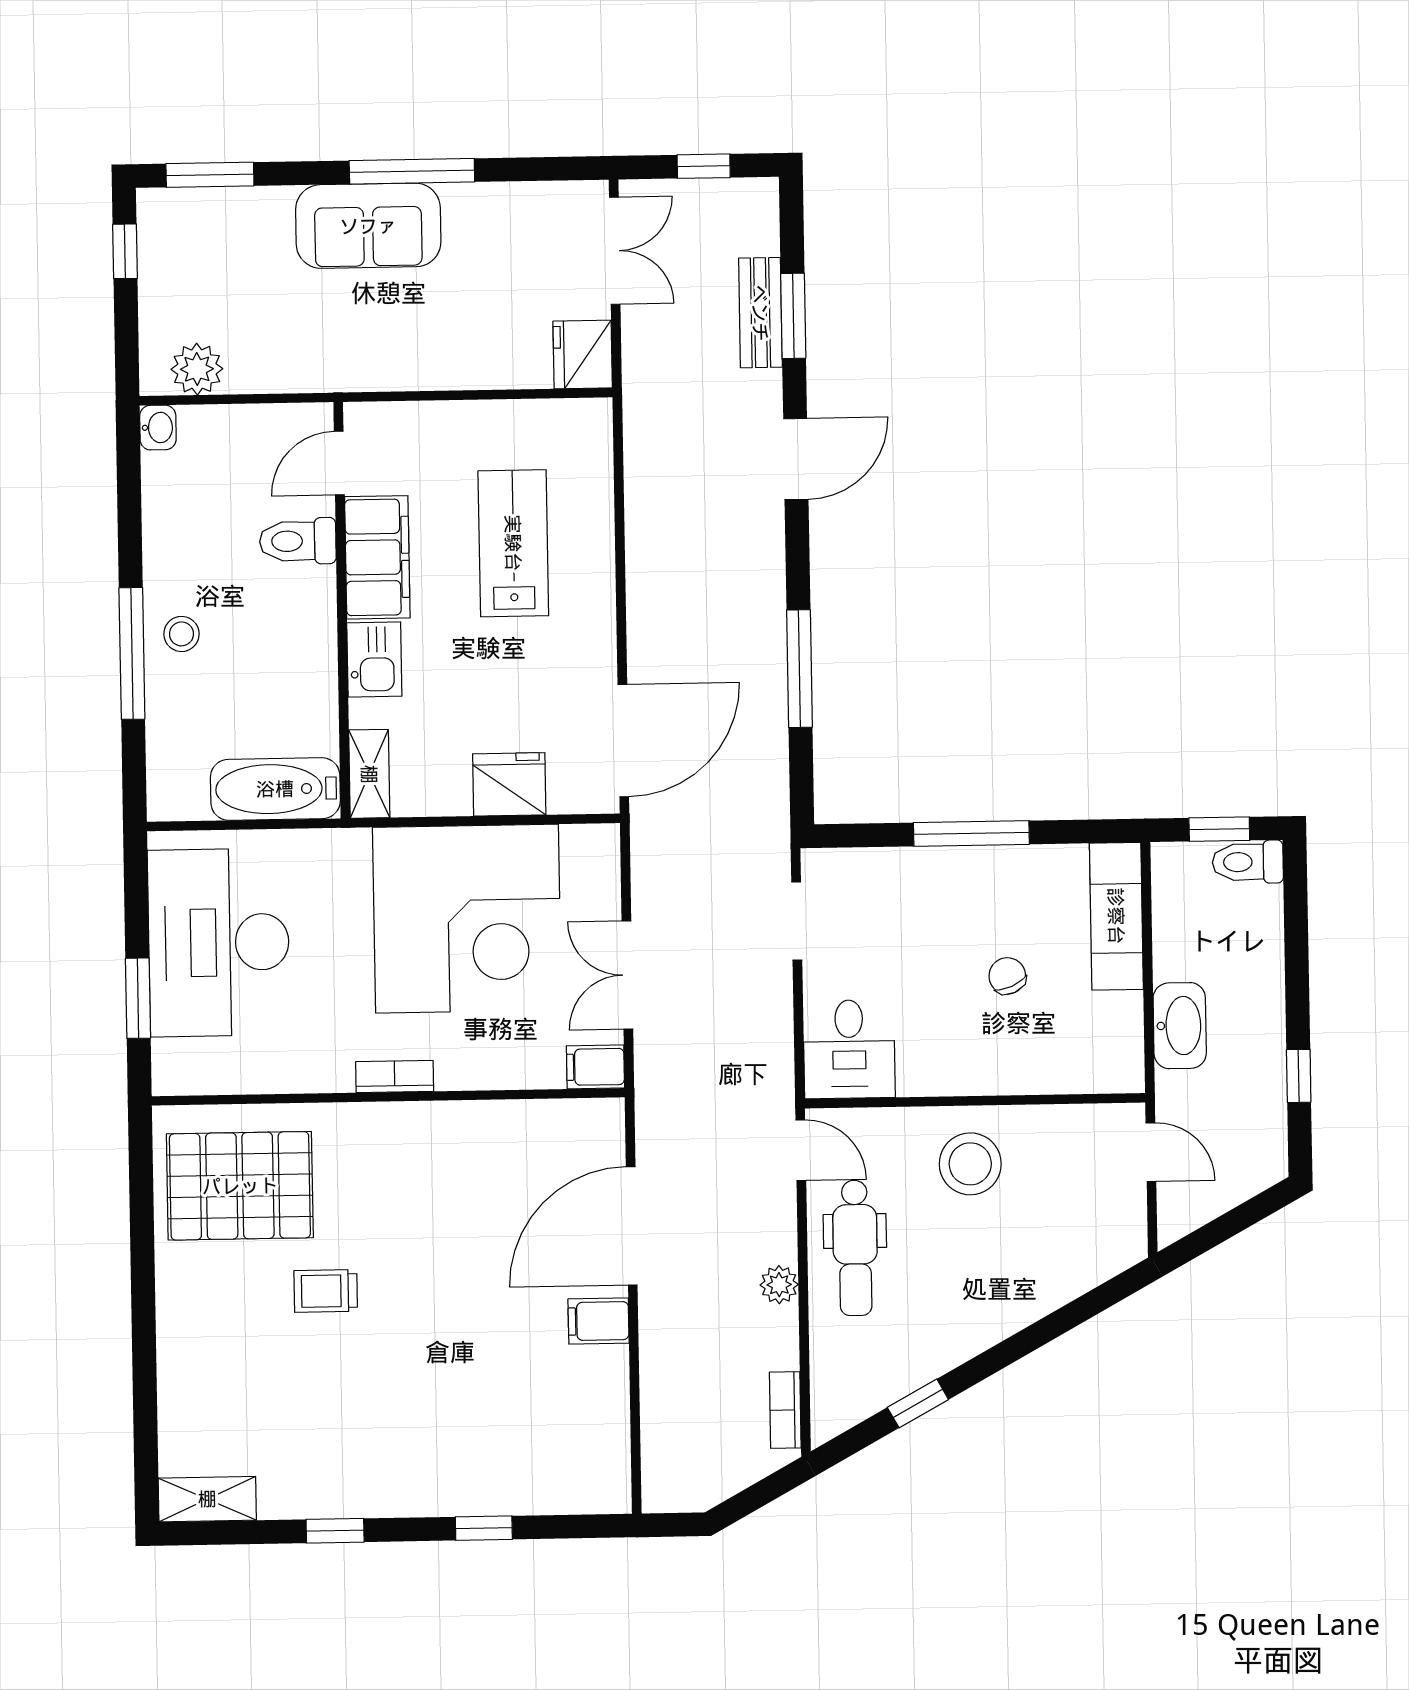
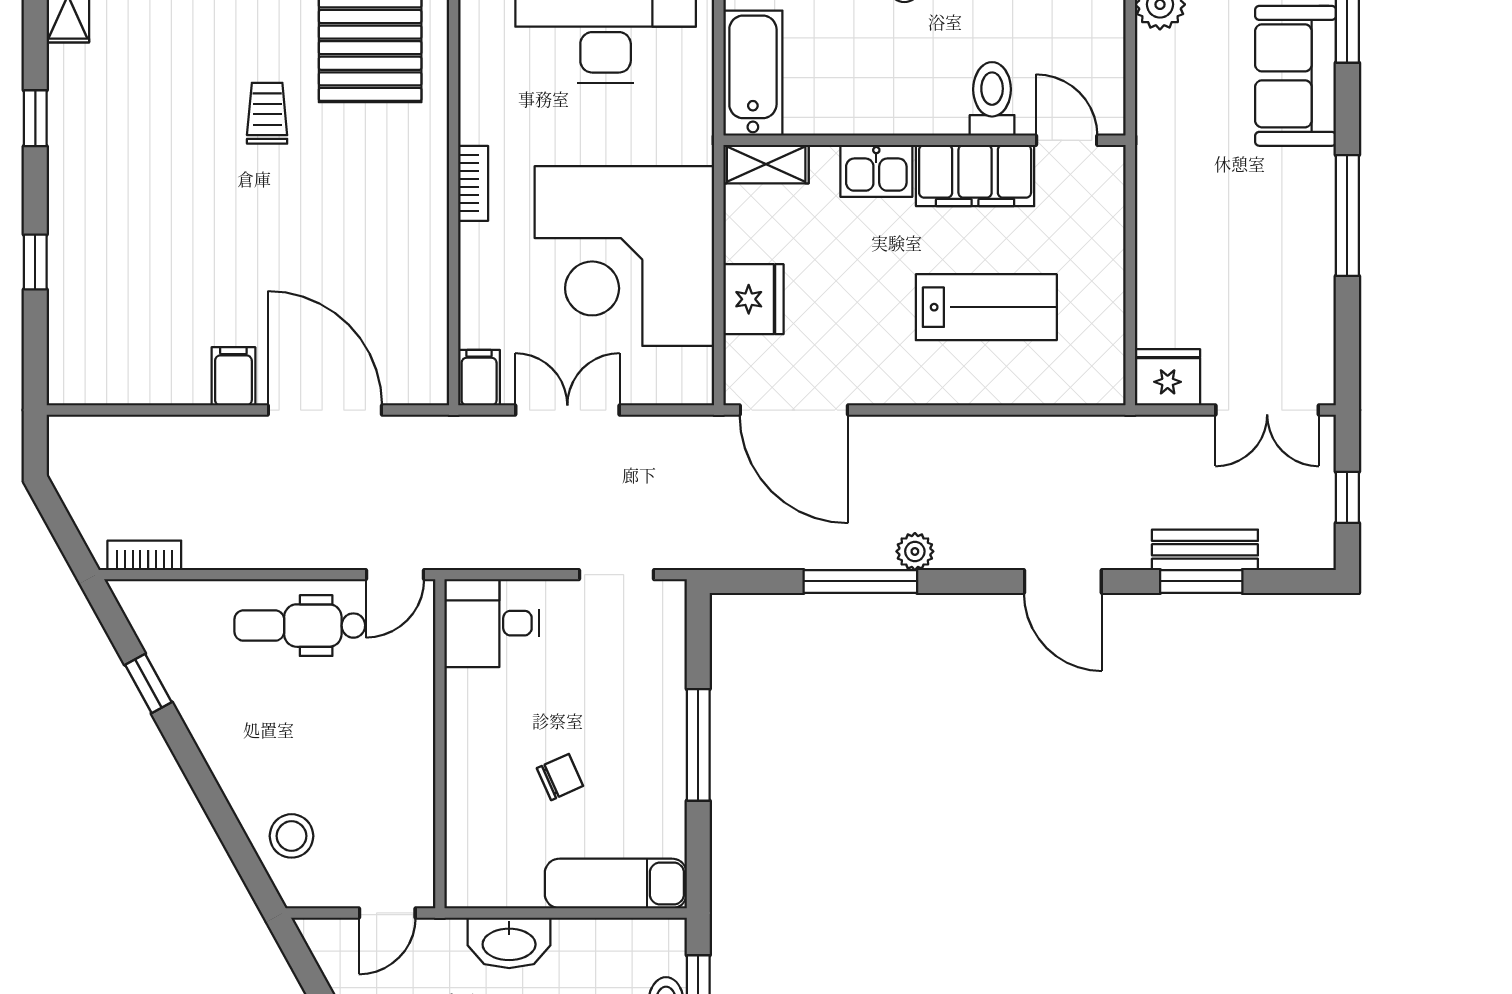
sofa: (368, 226) -> (1296, 76), moved
stool: (970, 1164) -> (291, 836), moved, width x0.73, depth x0.73
plant: (779, 1285) -> (915, 551), moved

